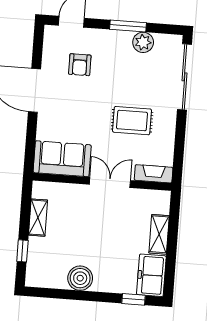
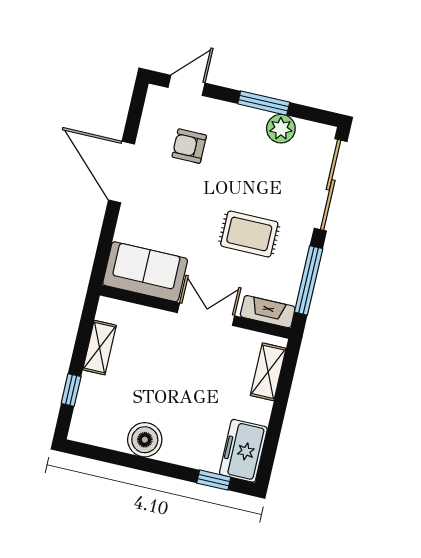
armchair: (80, 65) -> (189, 146), turned 90
window: (179, 147) -> (309, 280), added
shelving: (159, 234) -> (268, 372), moved

